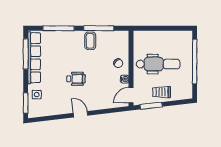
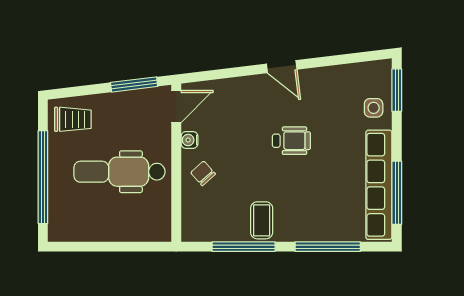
wheelchair: (76, 79) -> (291, 141), turned 180
trolley: (162, 92) -> (73, 119), moved

